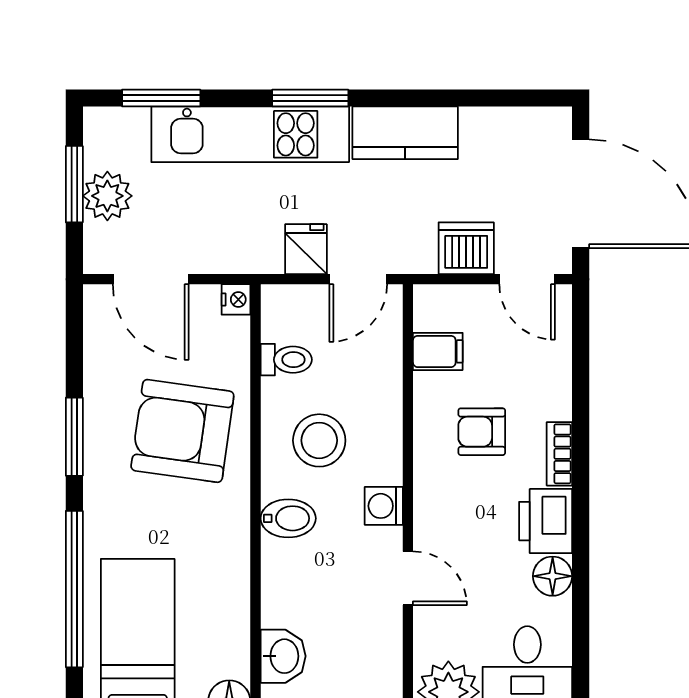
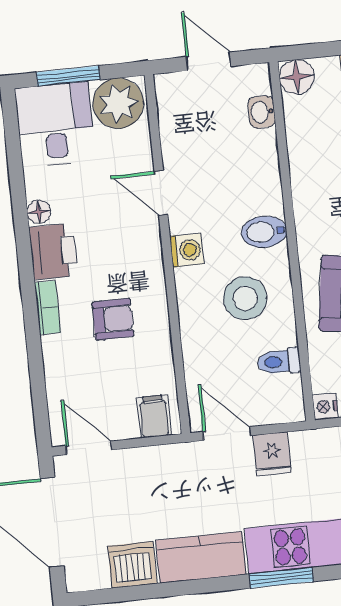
dishwasher: (466, 248) -> (132, 565), moved, turned 180
door: (358, 279) -> (227, 434), hinge flipped
filing cabinet: (438, 351) -> (154, 416), moved, turned 90
floor lamp: (553, 576) -> (39, 212), width x0.73, depth x0.73
washbasin: (283, 656) -> (262, 112), width x0.72, depth x0.69

